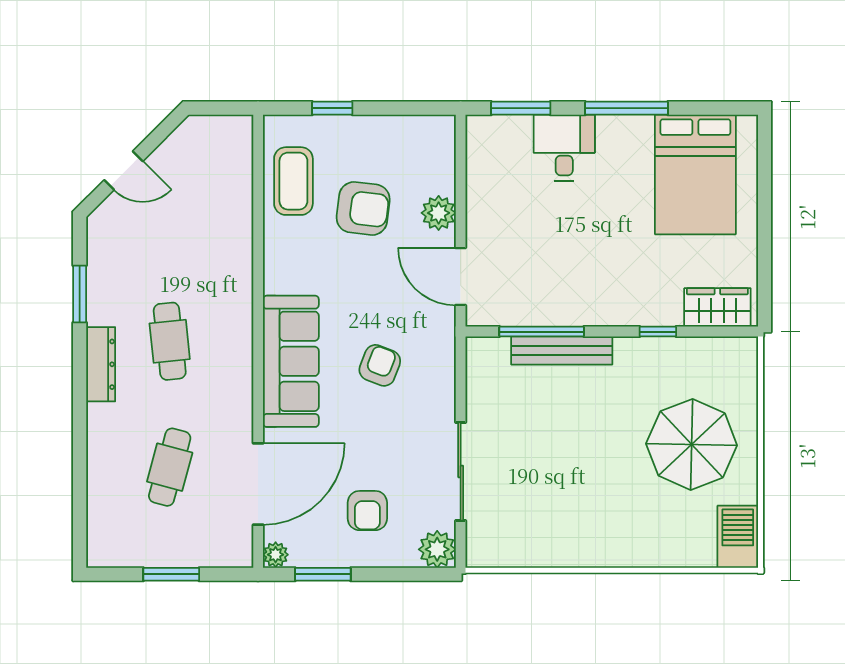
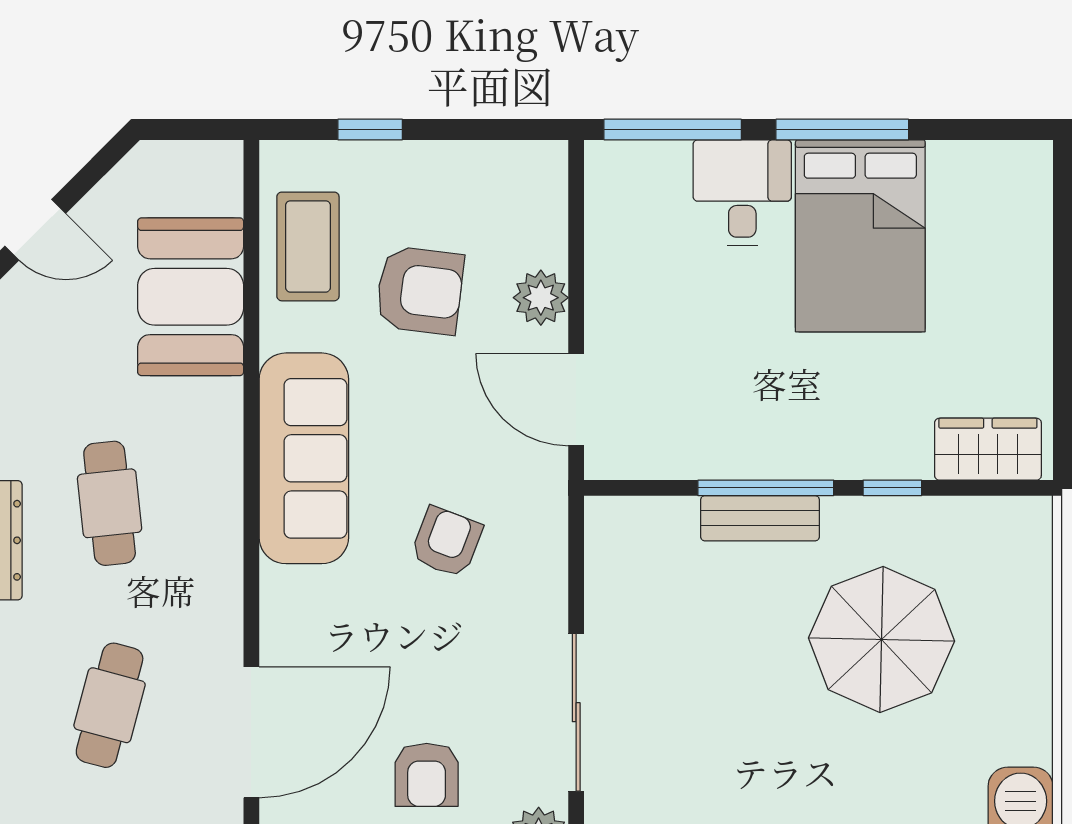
window: (521, 108) -> (673, 129), width x1.44
bed: (695, 174) -> (860, 236), moved
booth: (220, 212) -> (191, 297), added
window: (542, 332) -> (766, 488), moved
bench: (562, 351) -> (760, 518), width x0.73
sofa: (291, 361) -> (304, 458), moved
parasol: (692, 444) -> (882, 639), moved

